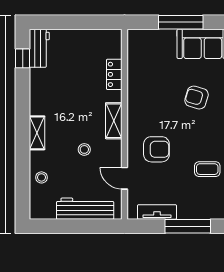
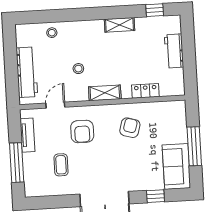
workbench: (39, 48) -> (174, 51), moved, turned 90
armchair: (197, 98) -> (130, 128), moved
shelving: (37, 133) -> (120, 25), moved
coffee table: (207, 169) -> (61, 165), moved

